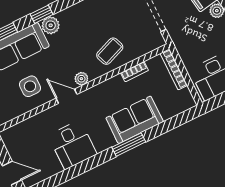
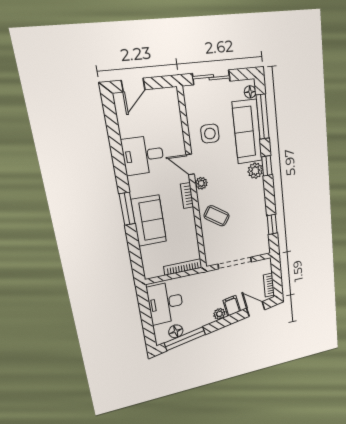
coffee table: (110, 51) -> (217, 216), turned -35
bookcase: (135, 72) -> (187, 196), moved
door: (66, 96) -> (190, 164), swing flipped

